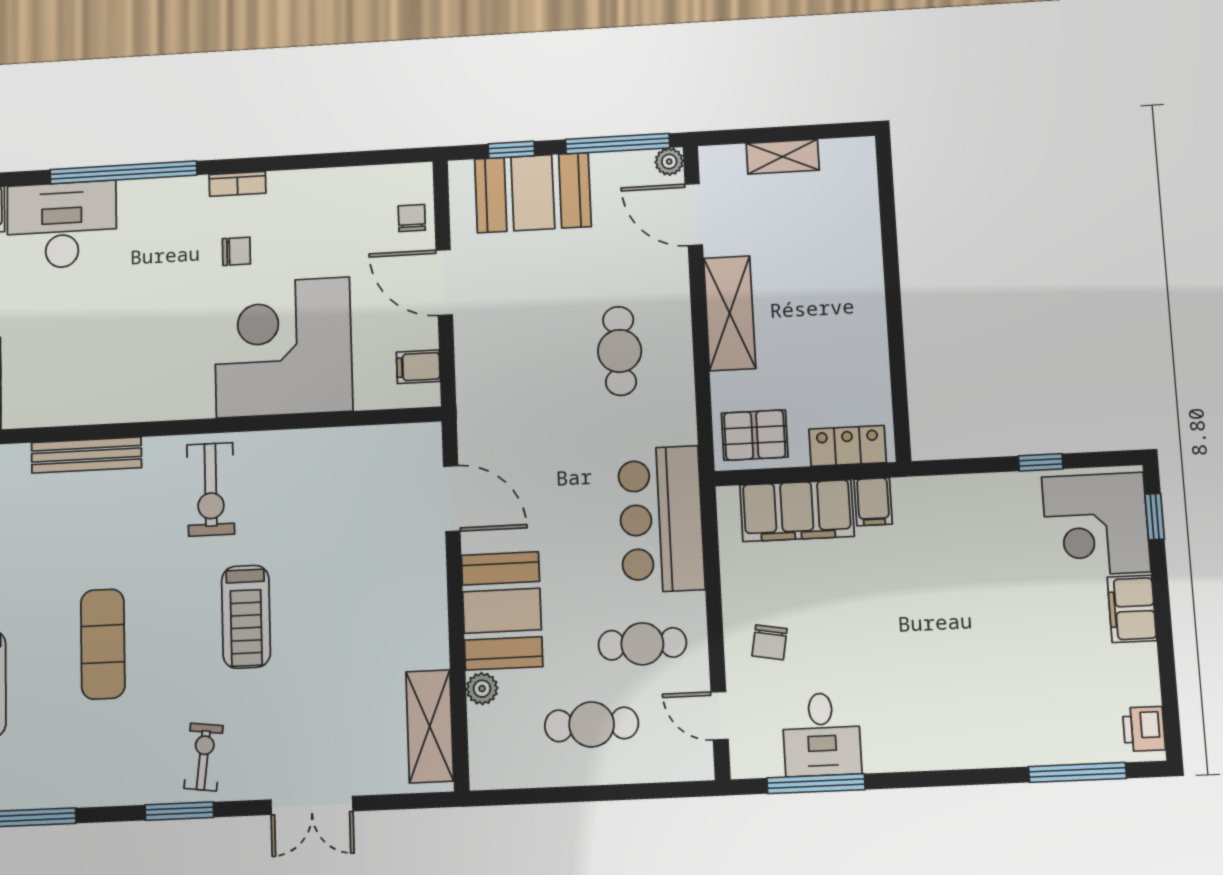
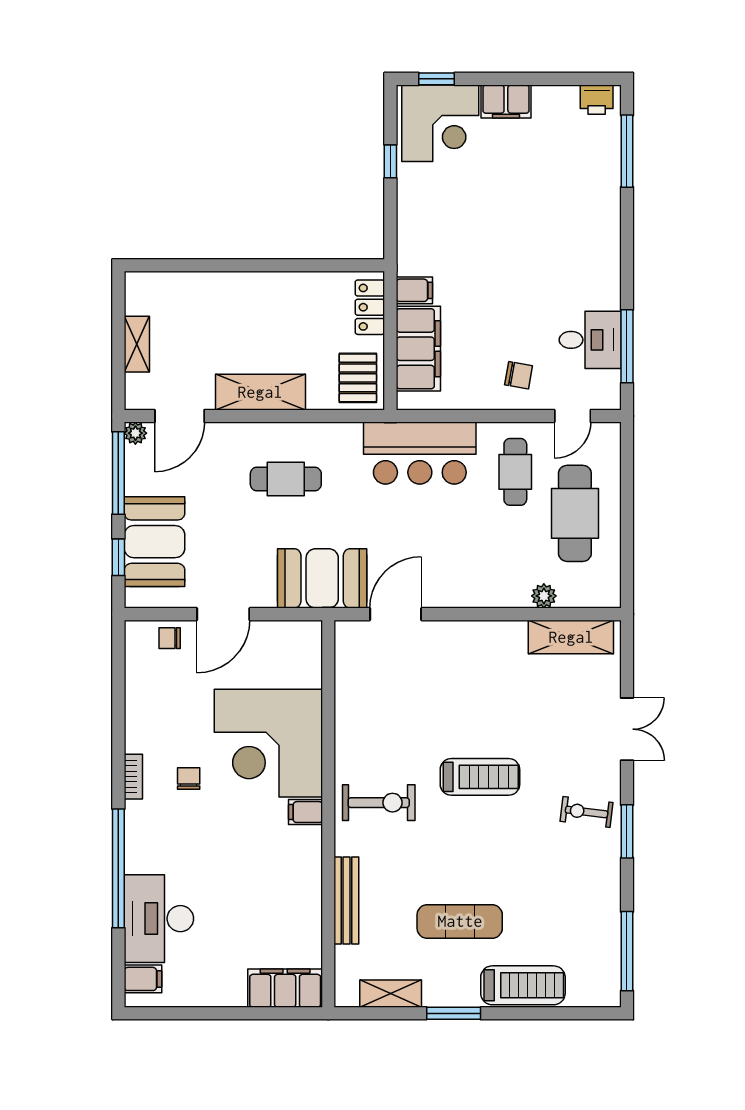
filing cabinet: (418, 367) -> (306, 812), moved, turned 90
booth: (502, 611) -> (322, 578), moved
exercise mat: (103, 644) -> (460, 921), moved
cafe table: (592, 724) -> (575, 513), width x1.37, depth x1.35

